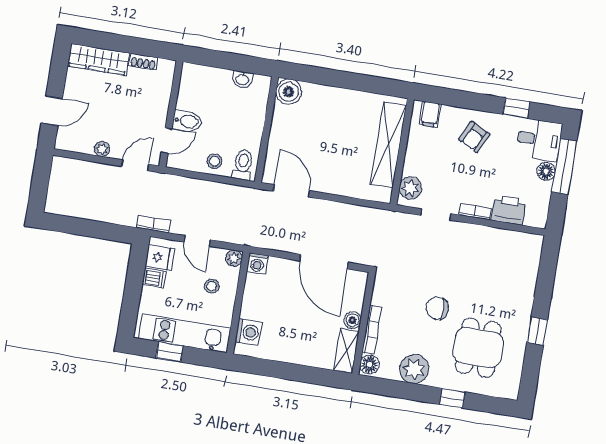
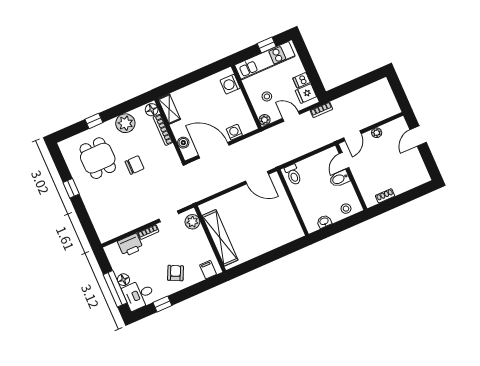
wardrobe: (98, 59) -> (411, 181), removed
boiler: (289, 92) -> (294, 231), removed
stool: (214, 161) -> (346, 209), moved
washing machine: (257, 263) -> (234, 132), moved
boiler: (353, 320) -> (183, 143), moved

